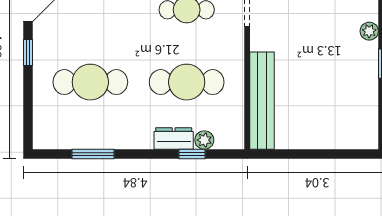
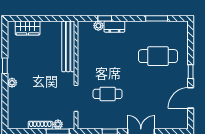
cafe table: (187, 82) -> (108, 56), removed
wardrobe: (339, 136) -> (28, 28), added

